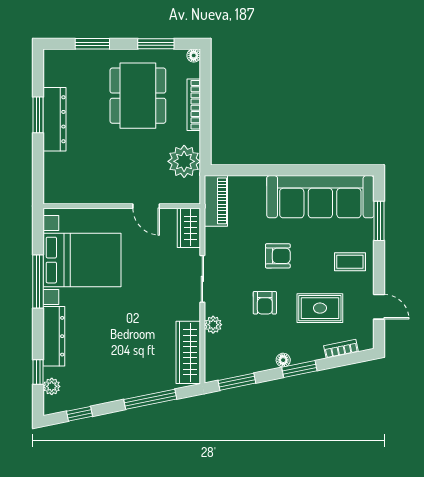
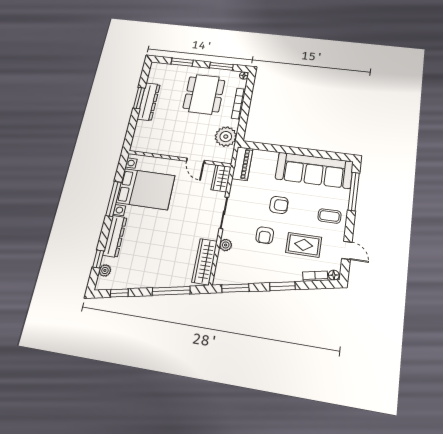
window: (379, 221) -> (354, 191), width x1.44
floor lamp: (283, 360) -> (334, 275), moved

